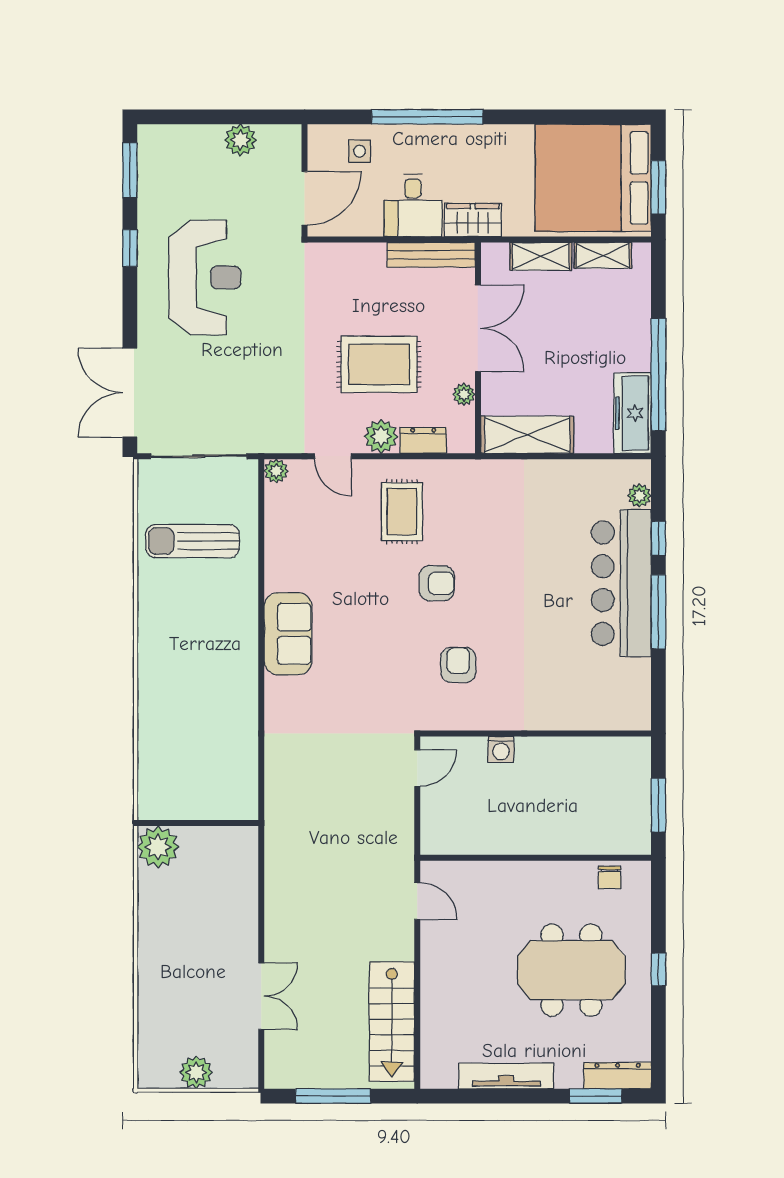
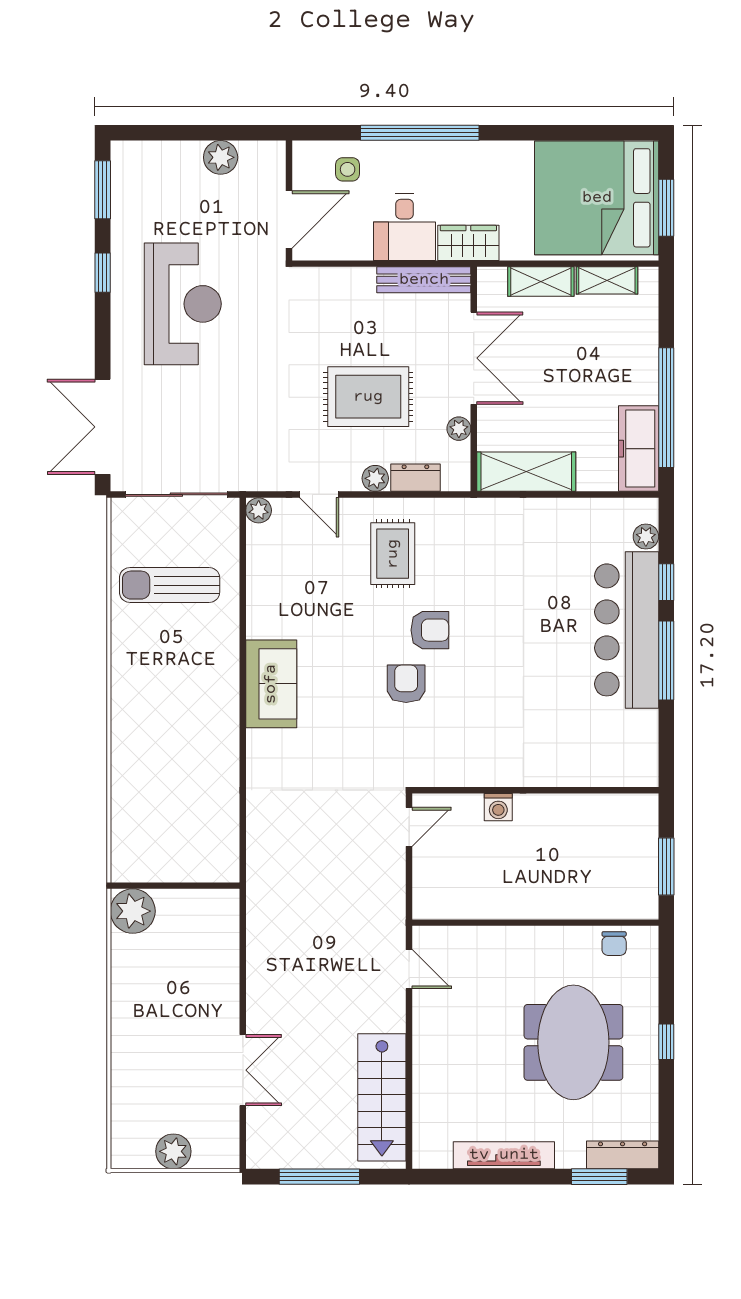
plant: (381, 436) -> (375, 478), width x0.73, depth x0.73
armchair: (458, 665) -> (406, 684), moved
meeting table: (571, 970) -> (573, 1042), turned 90

